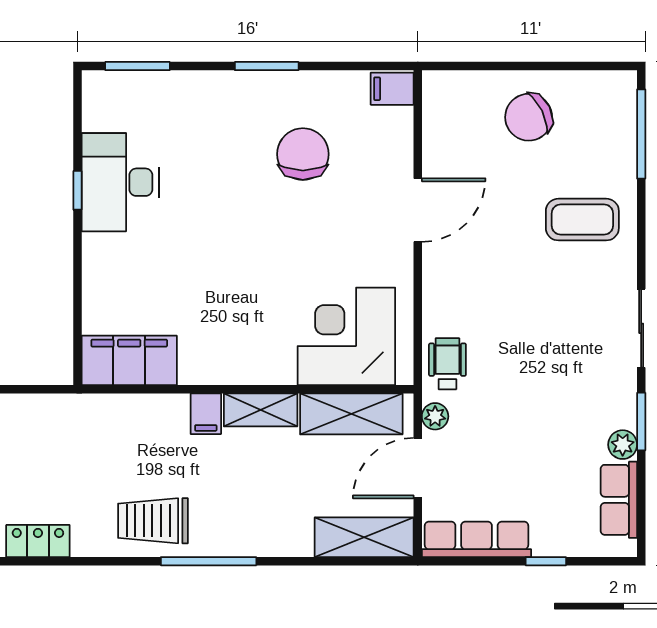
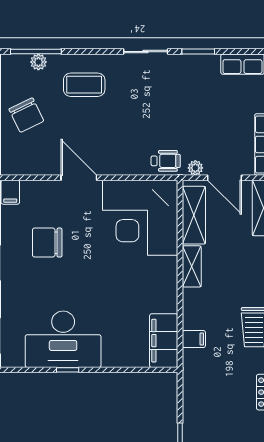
desk: (120, 182) -> (63, 339), width x1.36, depth x1.30
coffee table: (582, 220) -> (84, 85), turned 90
corner desk: (346, 336) -> (140, 218), width x1.36, depth x1.36
wheelchair: (447, 364) -> (166, 161), turned 180
filing cabinet: (206, 414) -> (194, 339), moved
plant: (623, 445) -> (38, 62), moved

